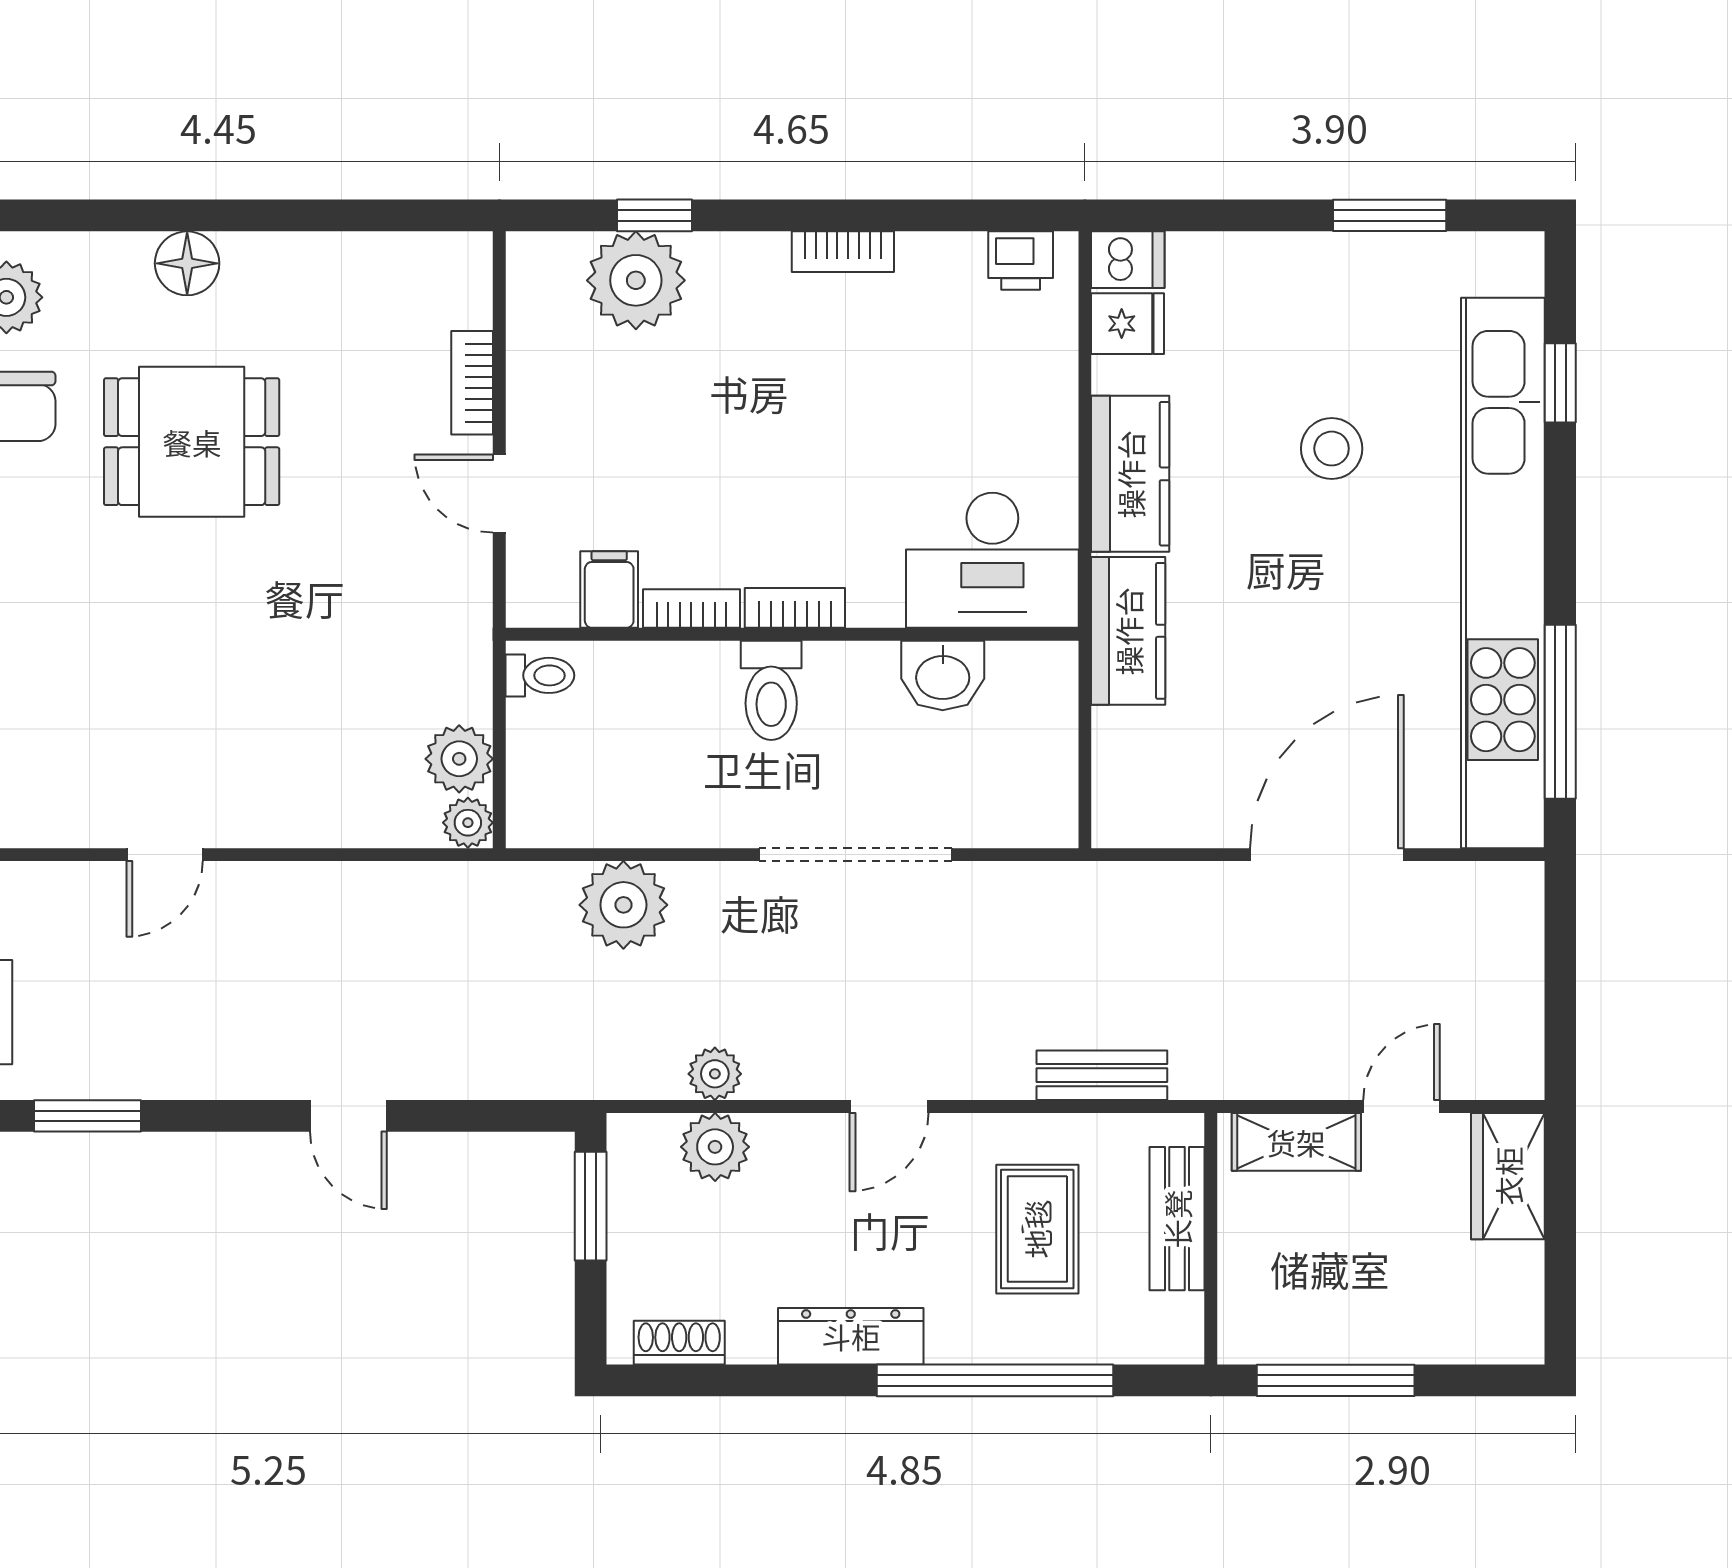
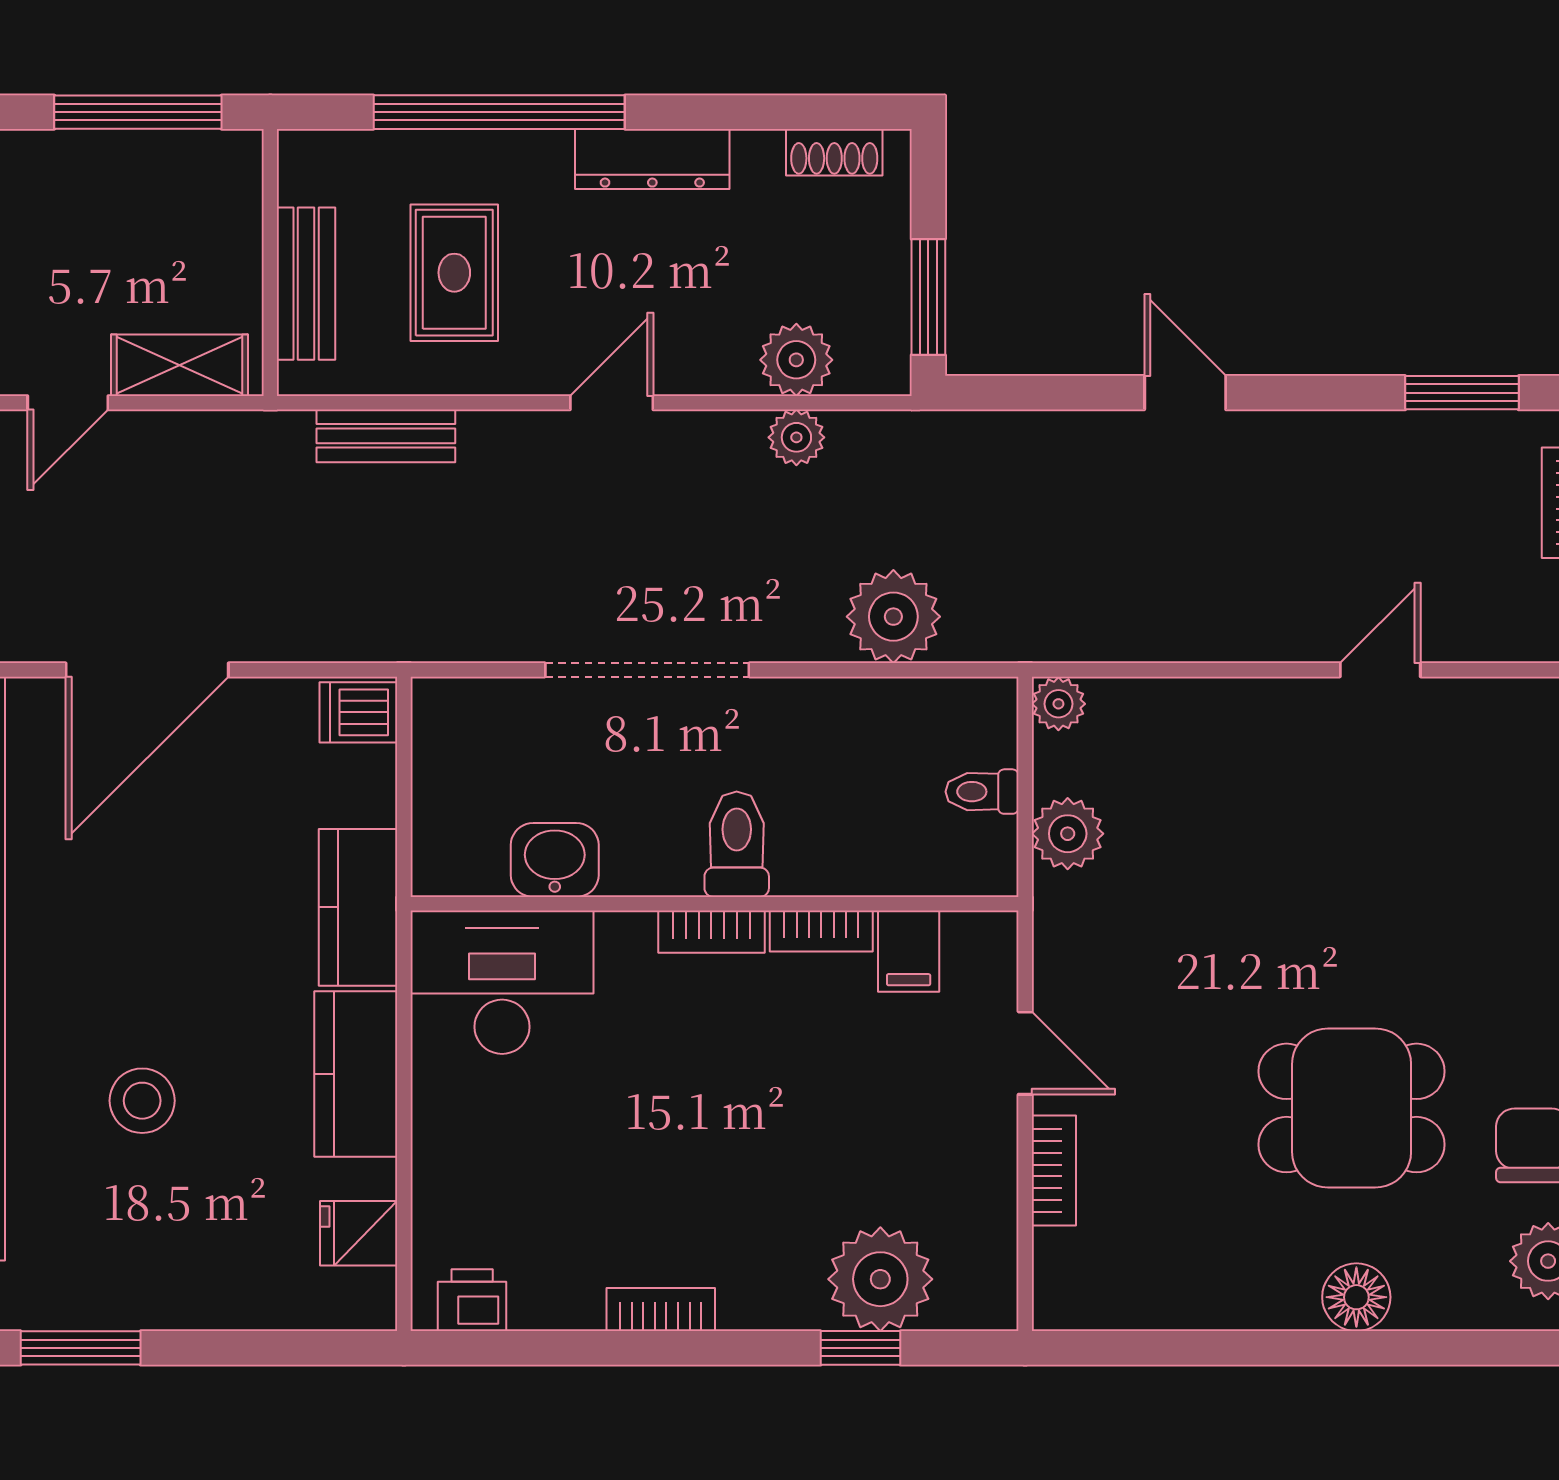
dishwasher: (1128, 260) -> (358, 712), moved
toilet: (540, 675) -> (982, 792), moved
plant: (459, 759) -> (1068, 834), moved

